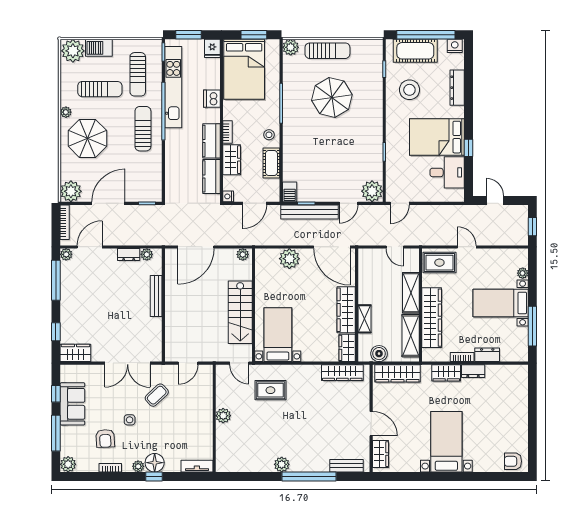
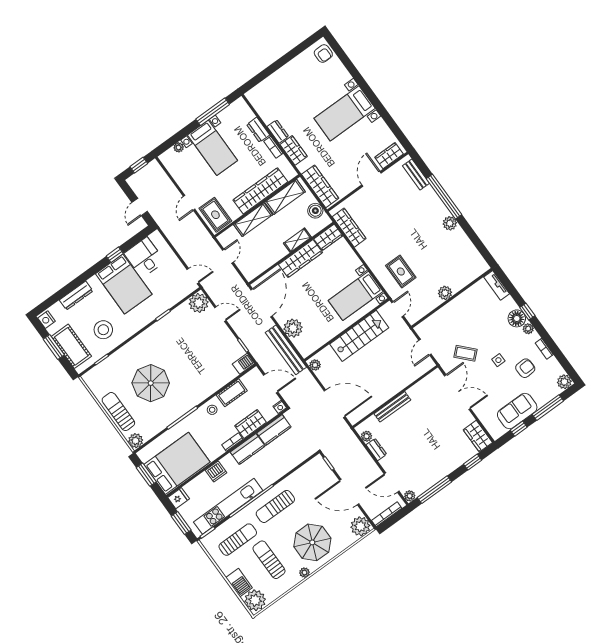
window: (426, 35) -> (54, 347), width x0.47
bench: (310, 212) -> (286, 350), moved
door: (188, 363) -> (425, 347), swing flipped

